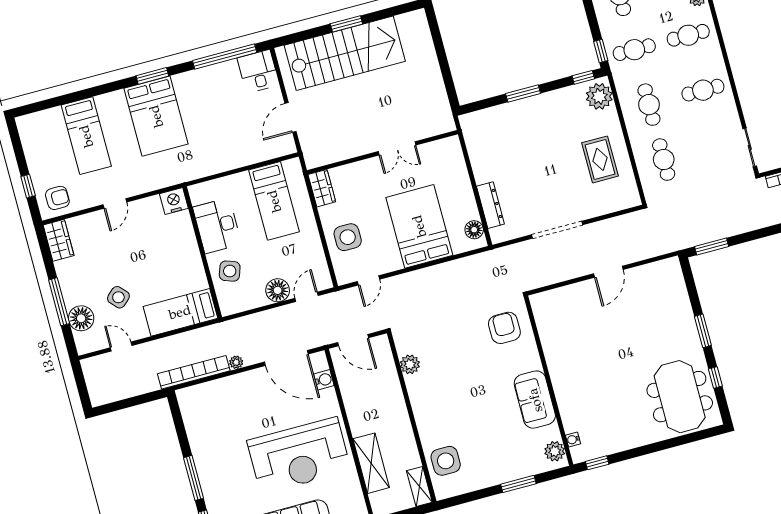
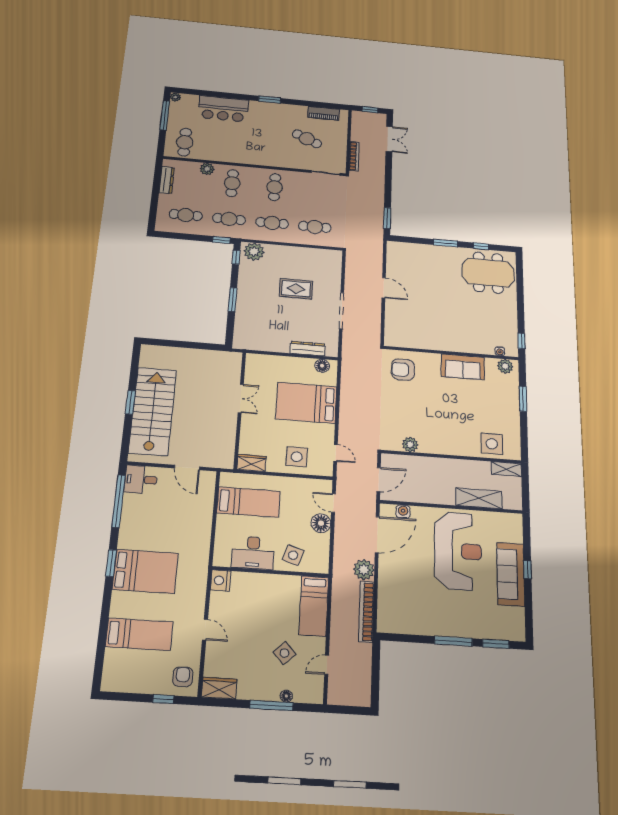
cafe table: (634, 50) -> (229, 219), turned 90
rug: (600, 159) -> (296, 289), moved
floor lamp: (81, 318) -> (286, 696), width x0.53, depth x0.53
plant: (236, 362) -> (364, 570), width x1.87, depth x1.87

